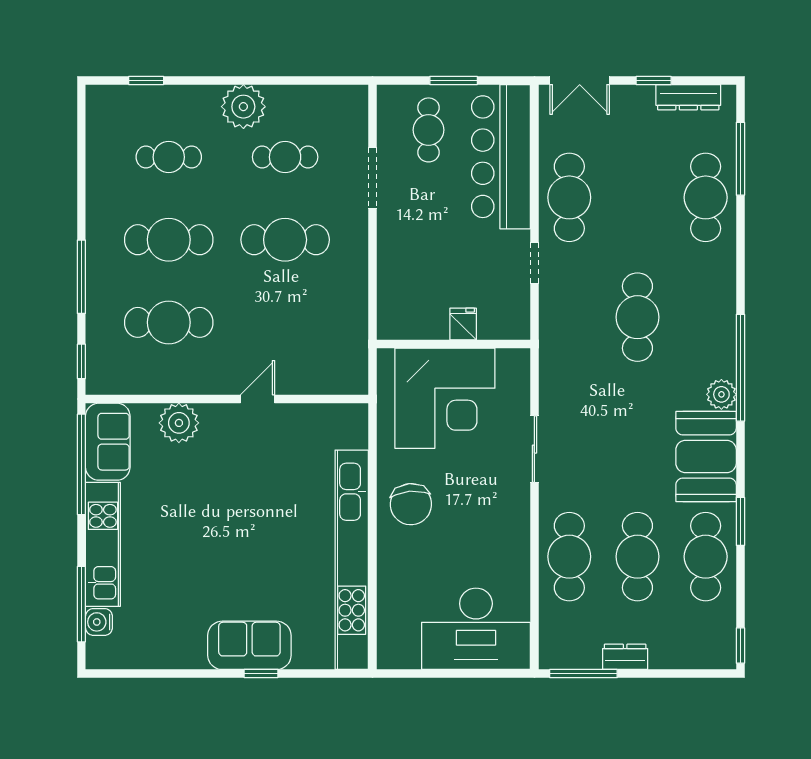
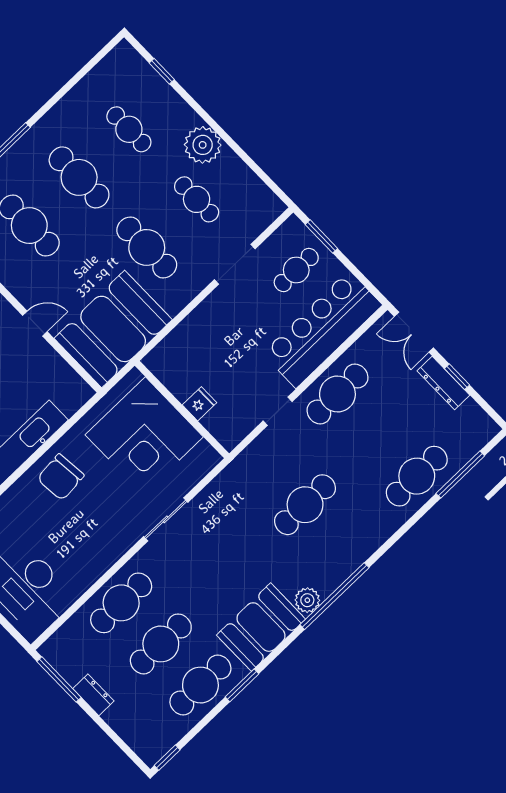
window: (454, 80) -> (321, 236), moved
dresser: (688, 97) -> (443, 383), moved
booth: (327, 336) -> (113, 329), added

